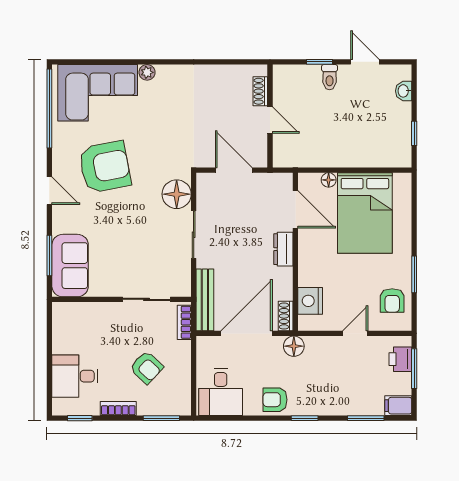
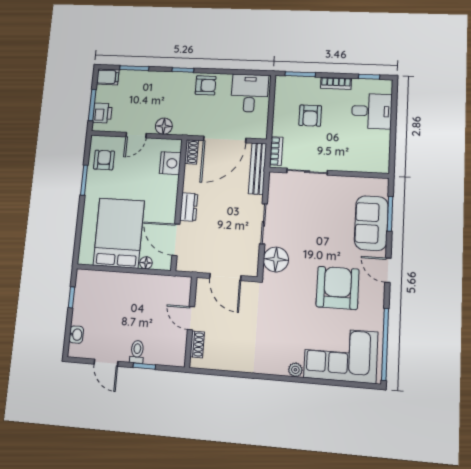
armchair: (105, 167) -> (338, 288), turned 101
sofa: (70, 266) -> (371, 223), moved
floor lamp: (294, 346) -> (164, 126), moved
armchair: (147, 367) -> (310, 116), turned -133

